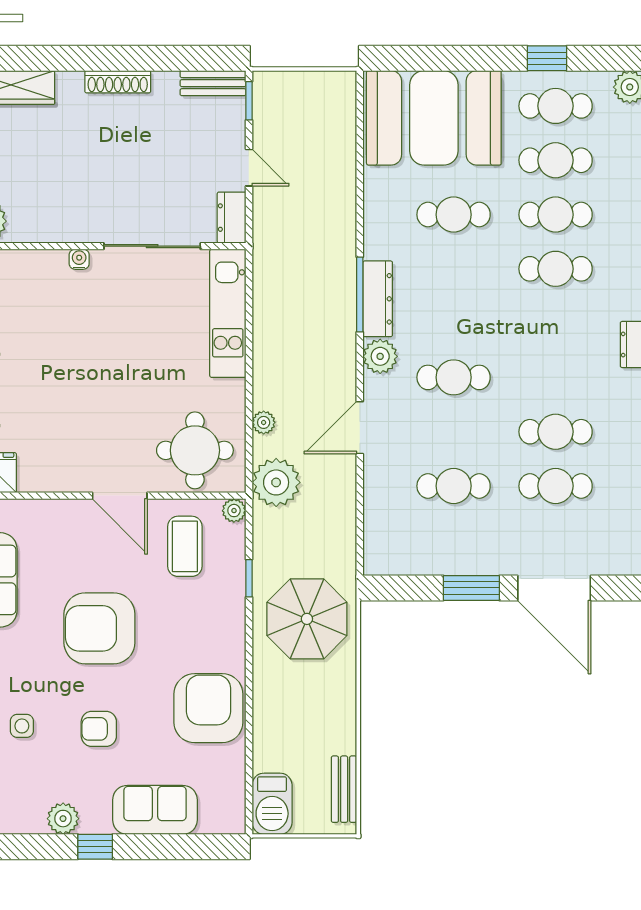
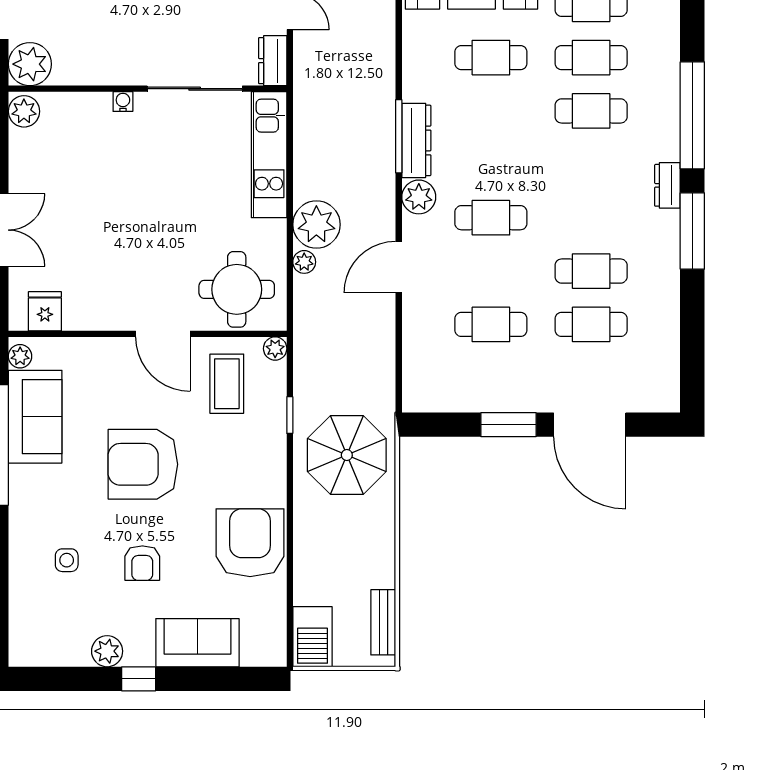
plant: (276, 482) -> (316, 225), moved
armchair: (99, 729) -> (142, 563), turned -90

